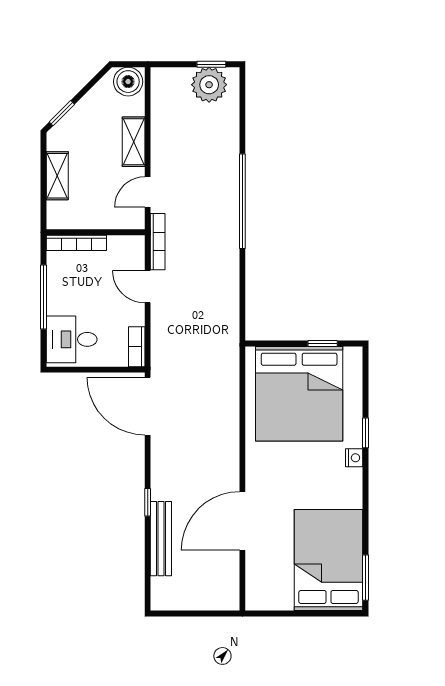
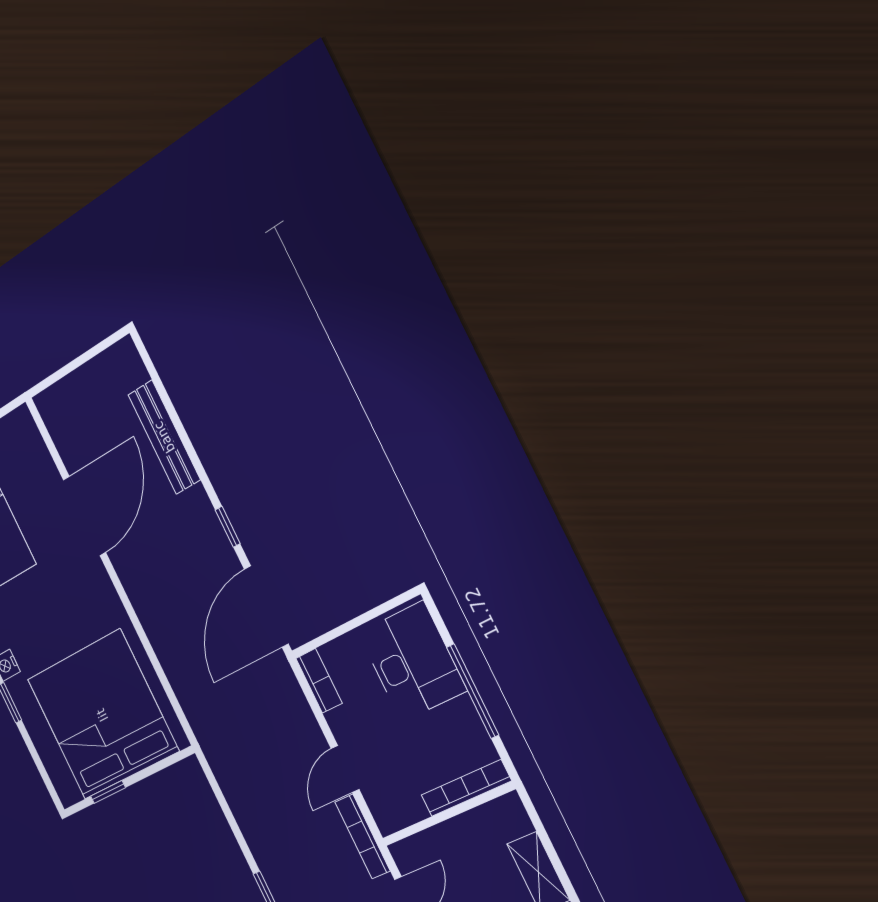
door: (148, 287) -> (345, 769), swing flipped
desk: (72, 339) -> (412, 662), width x1.37
door: (148, 406) -> (266, 607), swing flipped
window: (148, 502) -> (228, 527), moved

